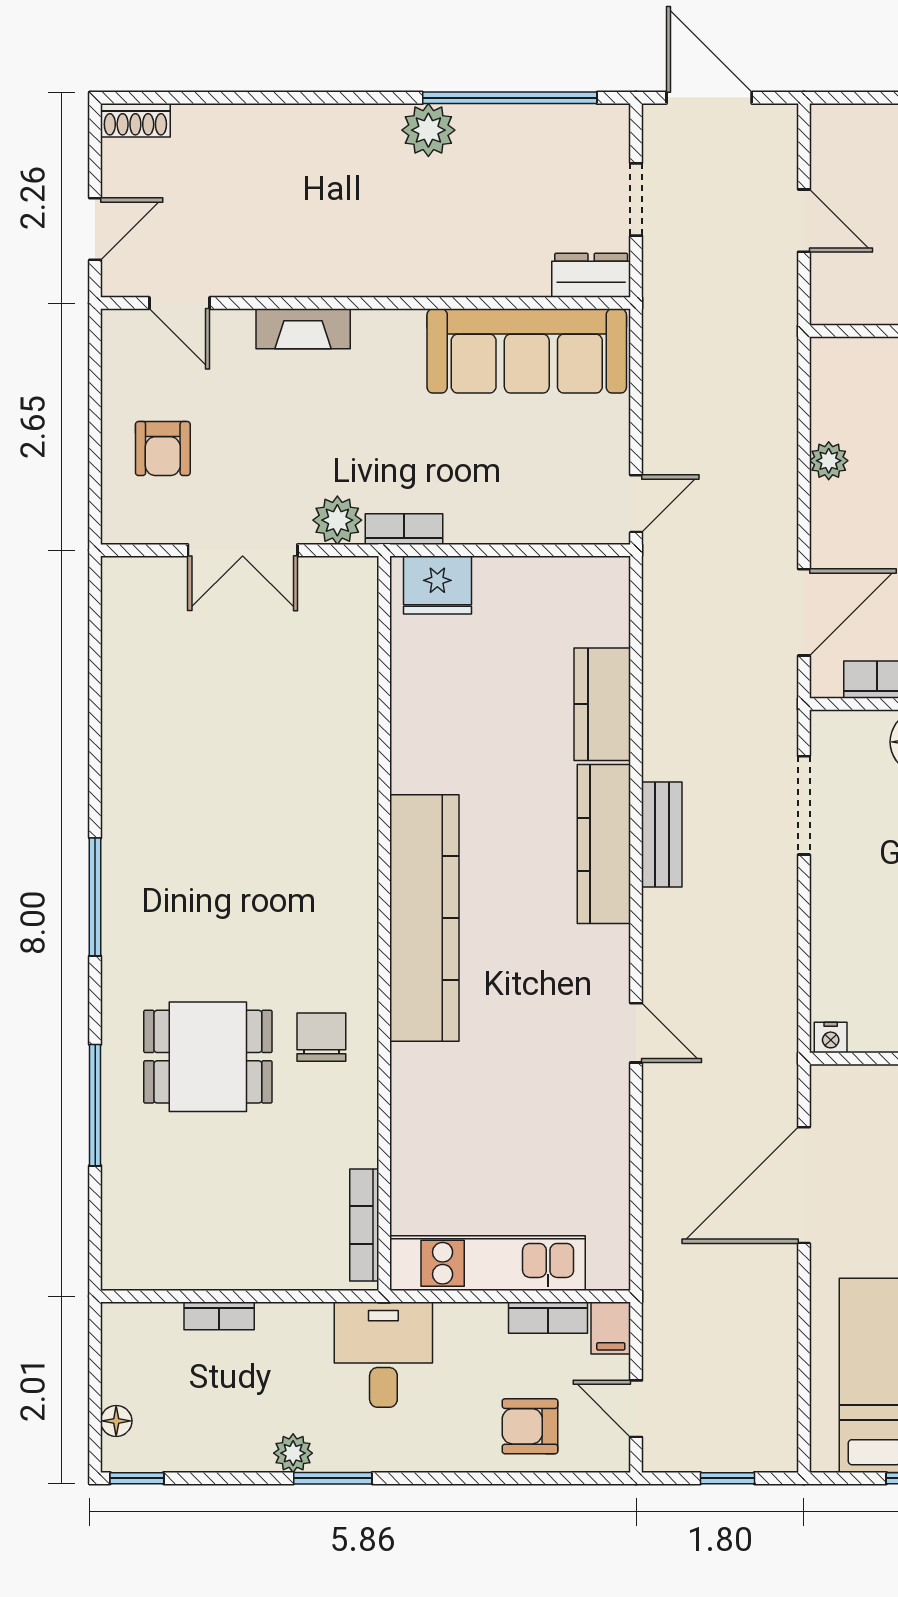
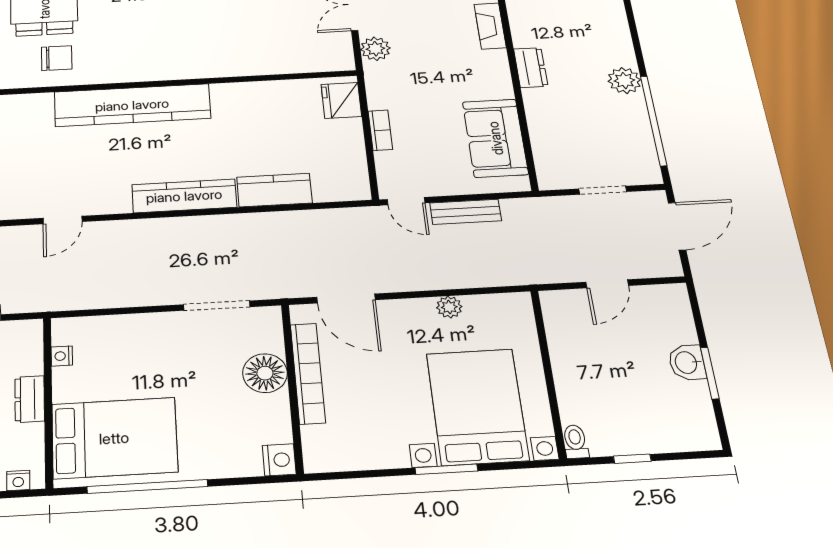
dresser: (591, 275) -> (531, 68), moved
sofa: (527, 351) -> (495, 138), width x0.73
bookcase: (404, 529) -> (380, 130), moved
bench: (662, 834) -> (466, 212), moved
nightstand: (831, 1038) -> (62, 356), moved

